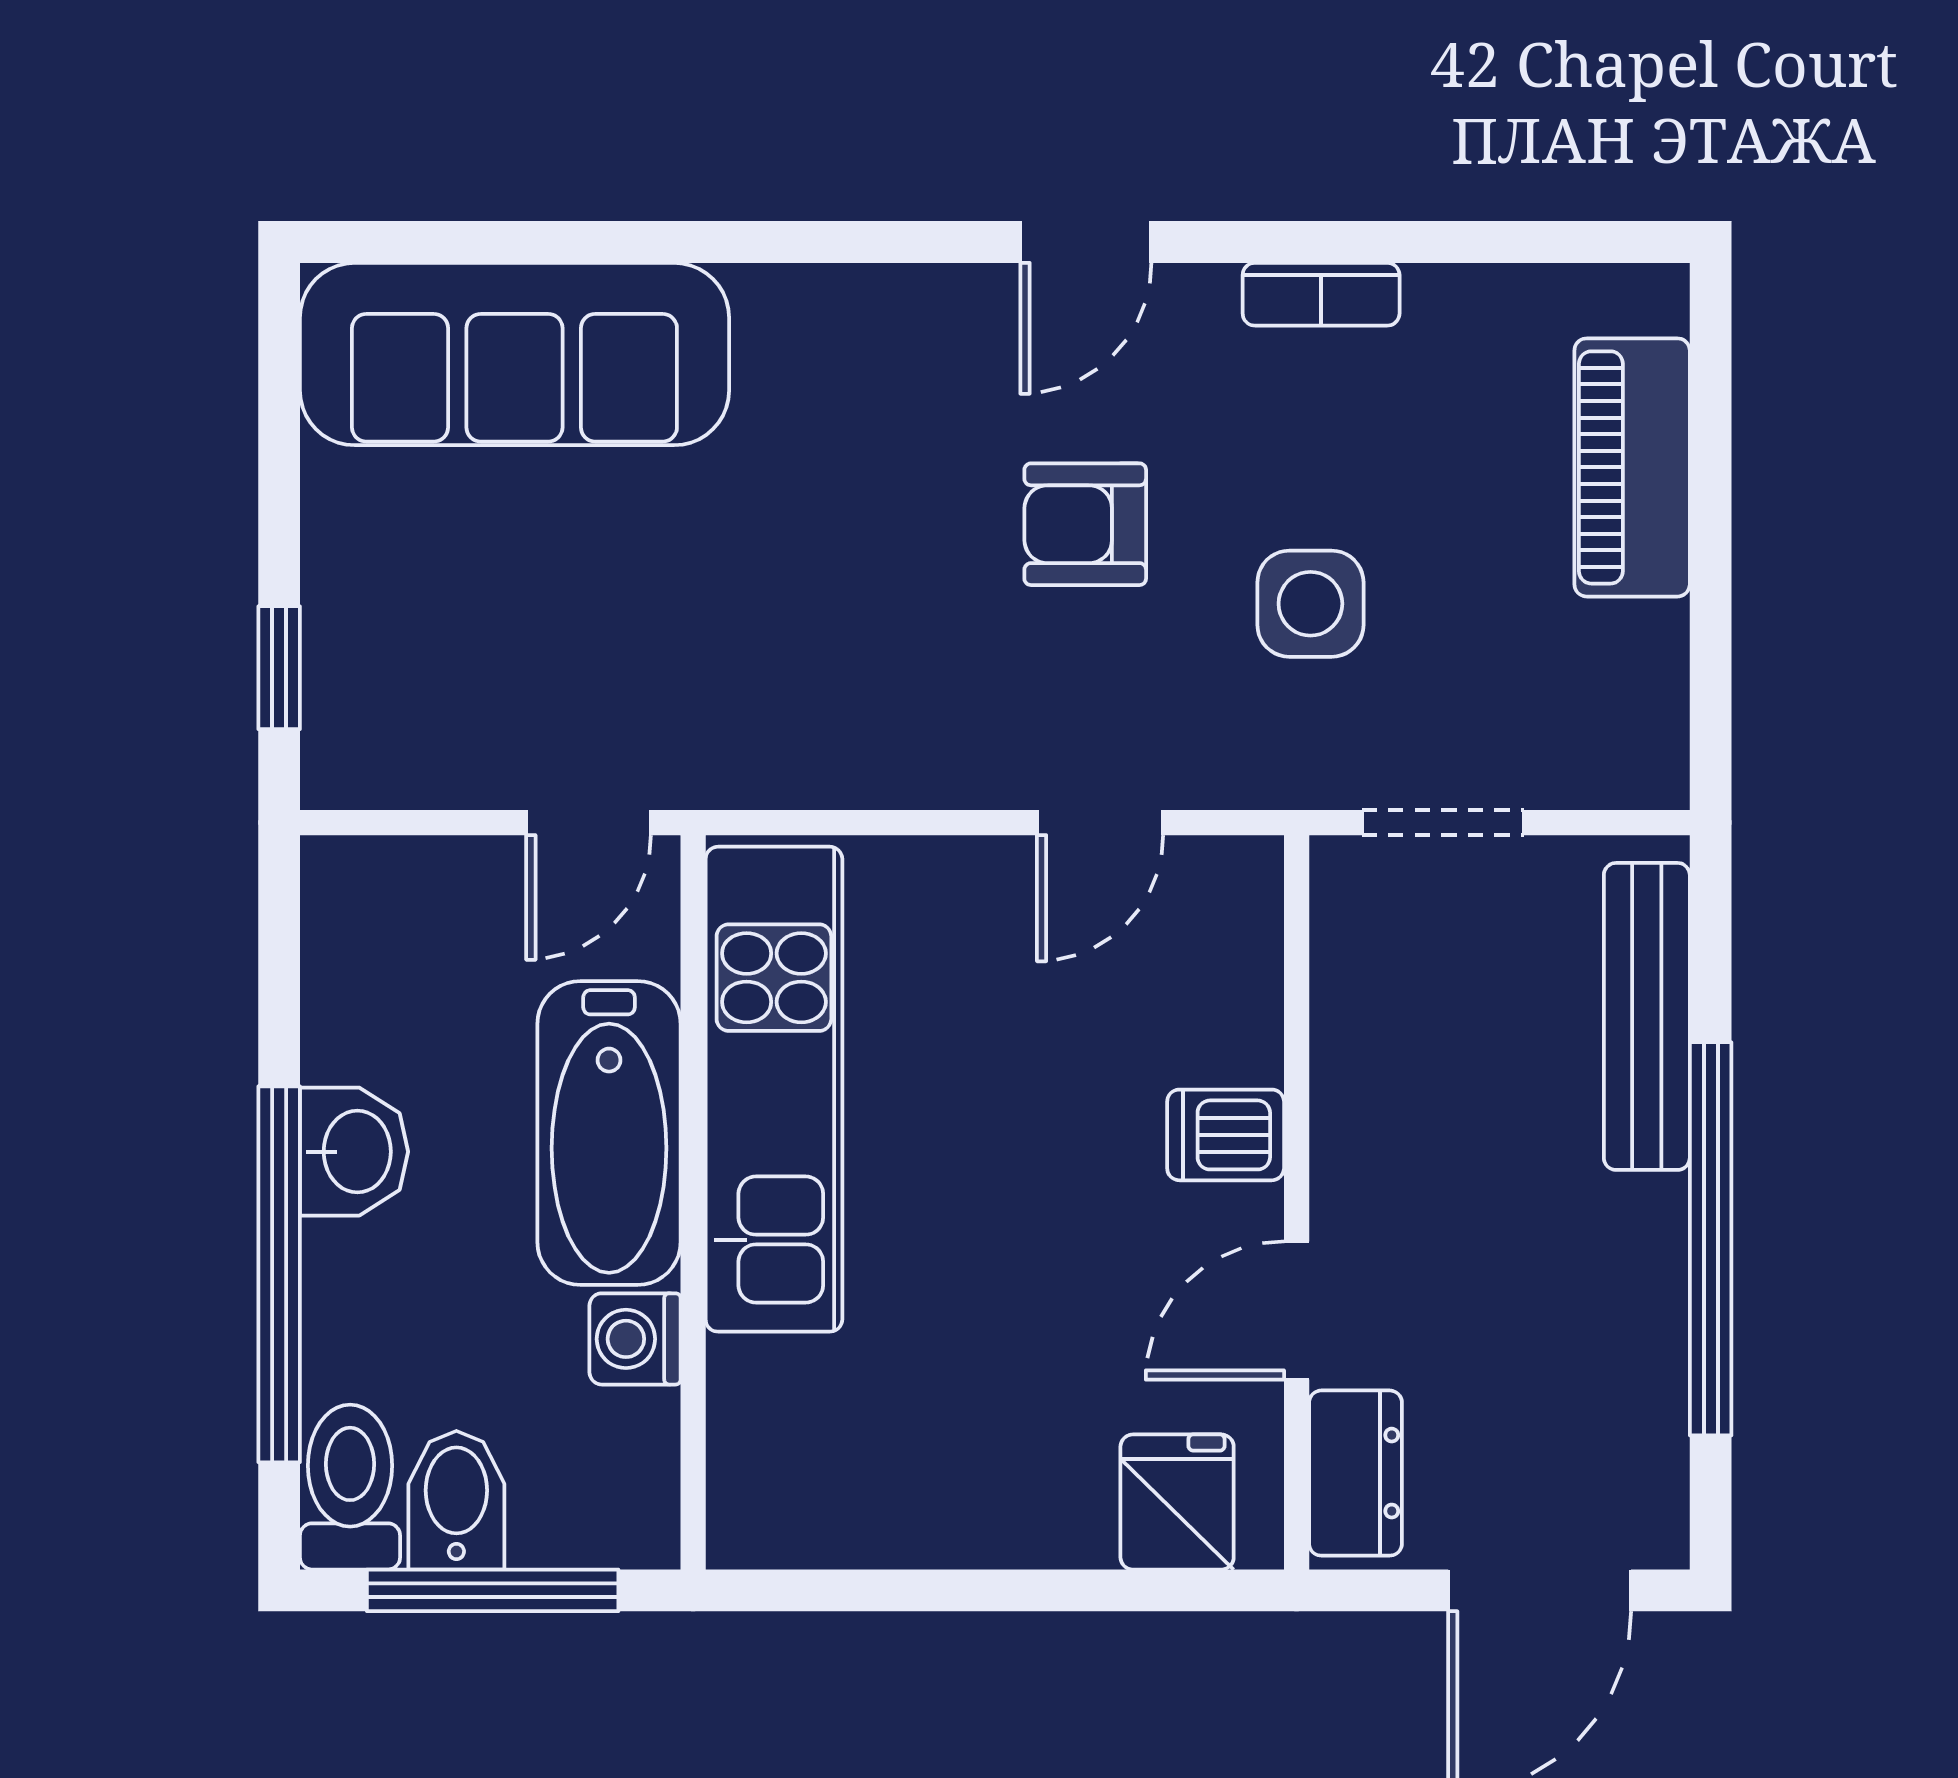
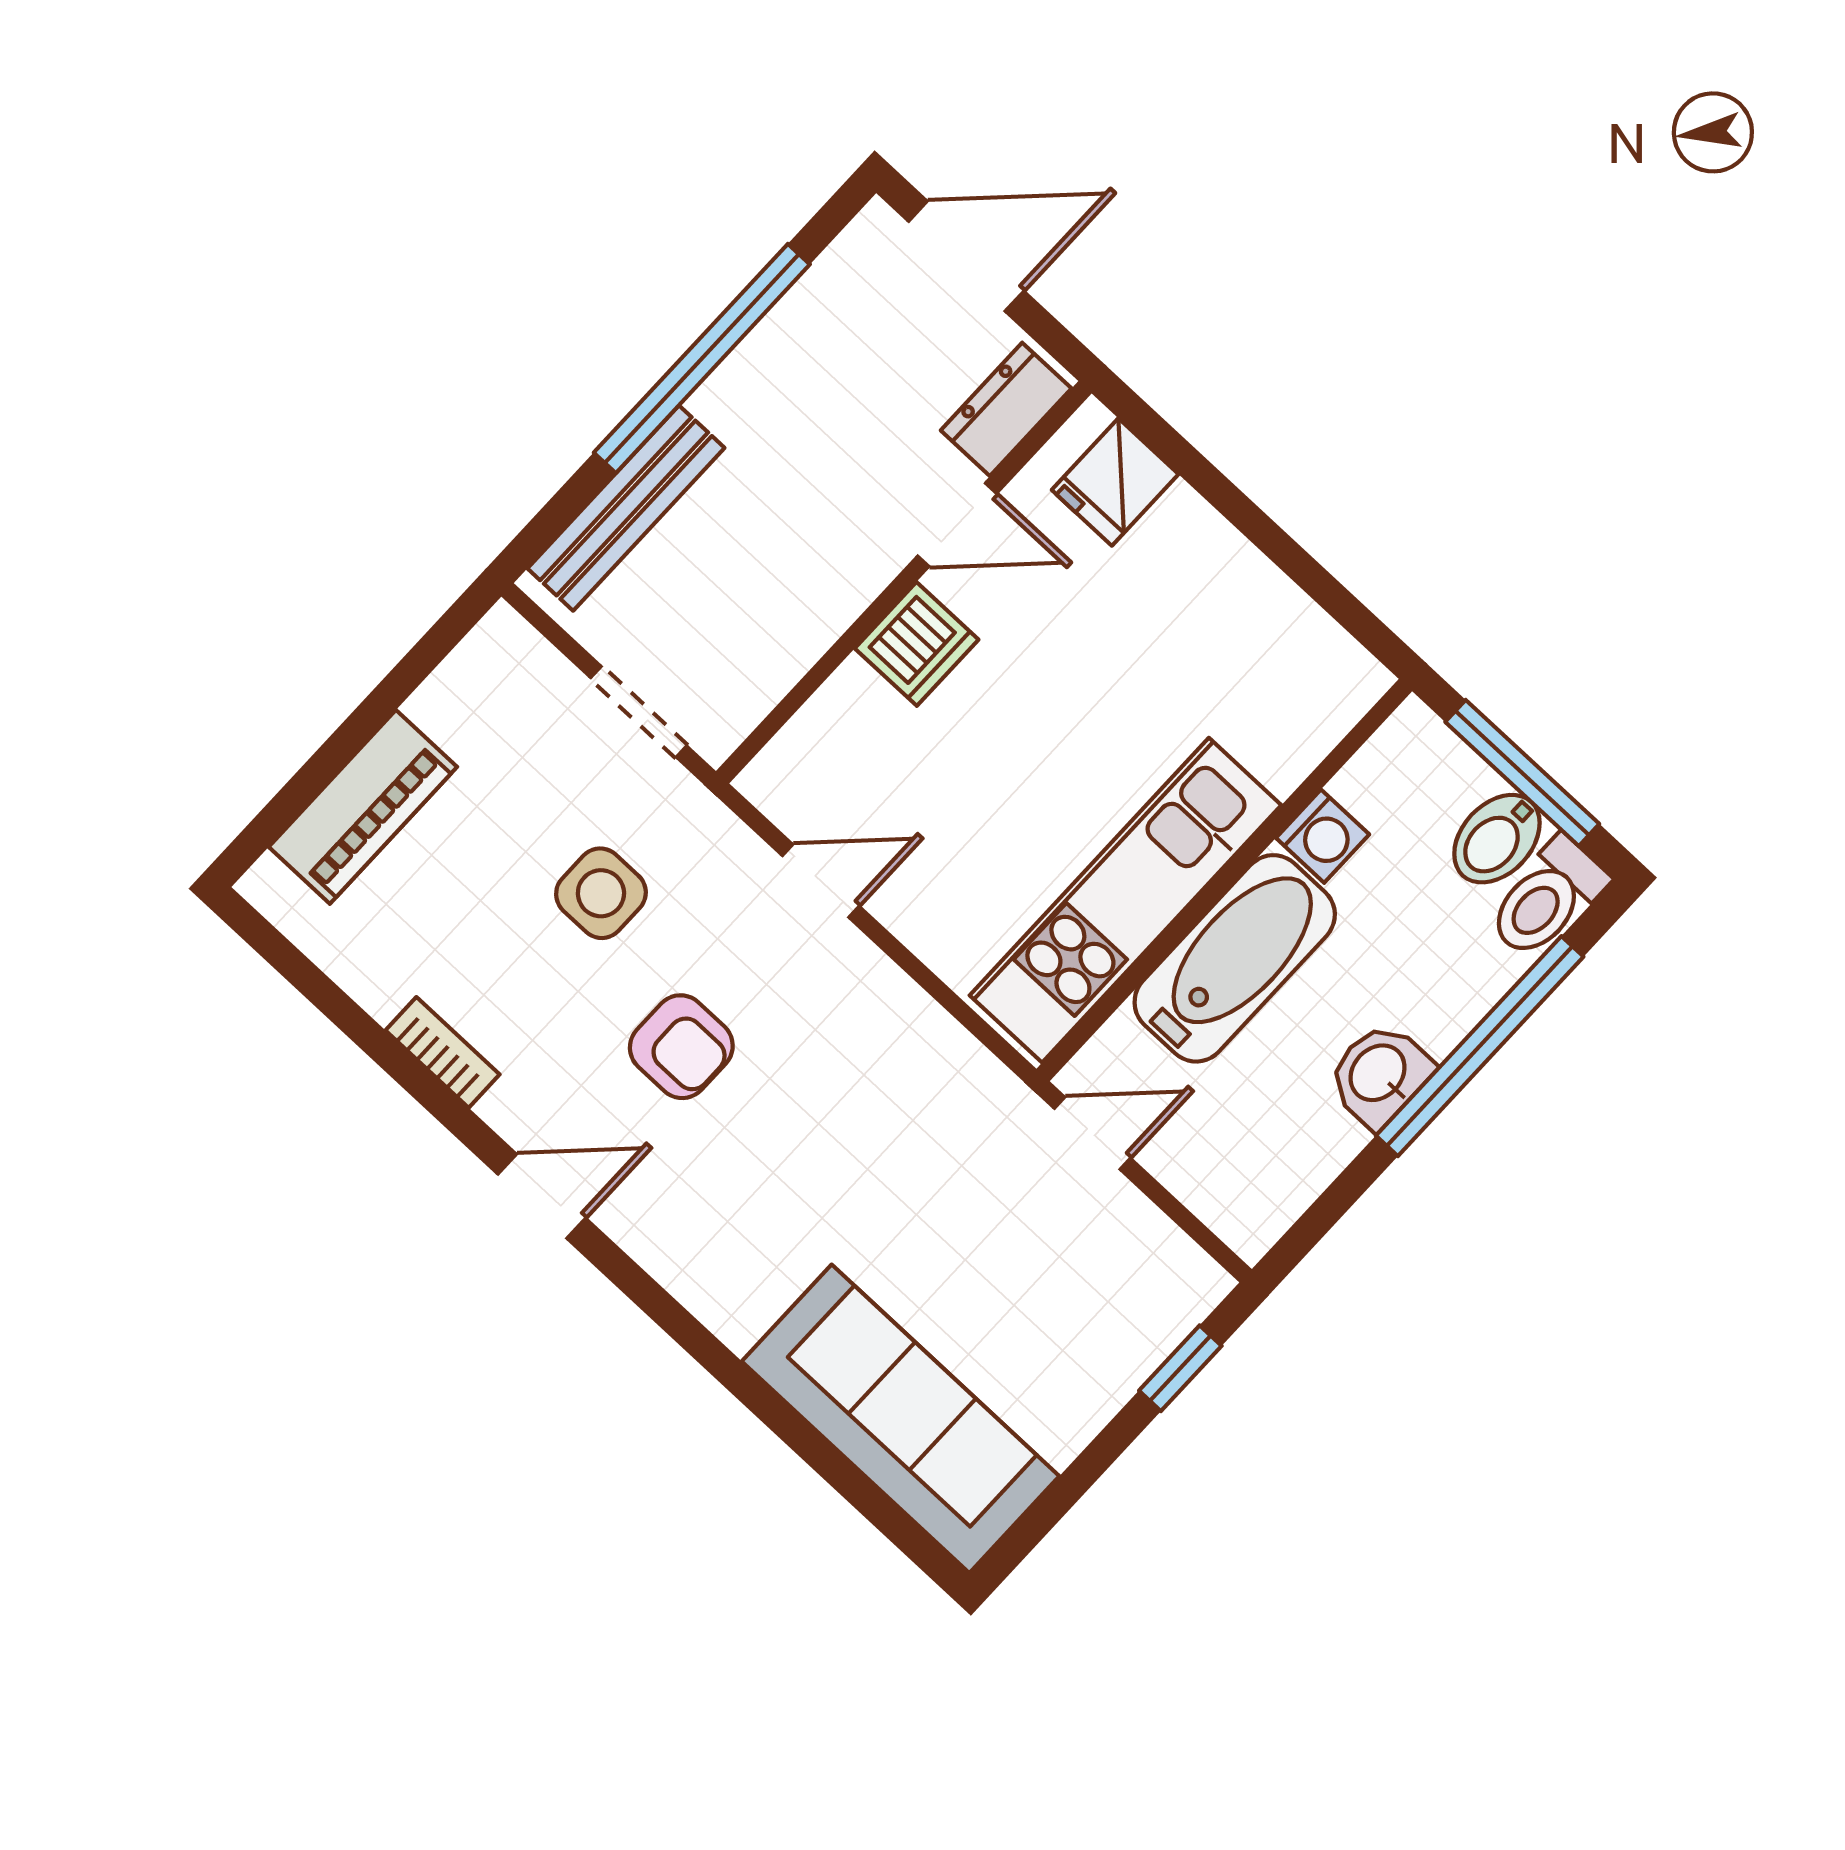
dishwasher: (1226, 1135) -> (917, 644), width x1.38

